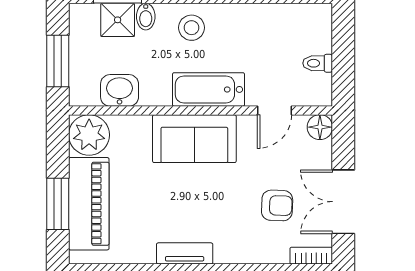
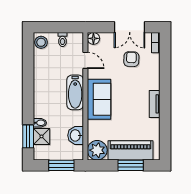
stool: (192, 28) -> (41, 42), moved

